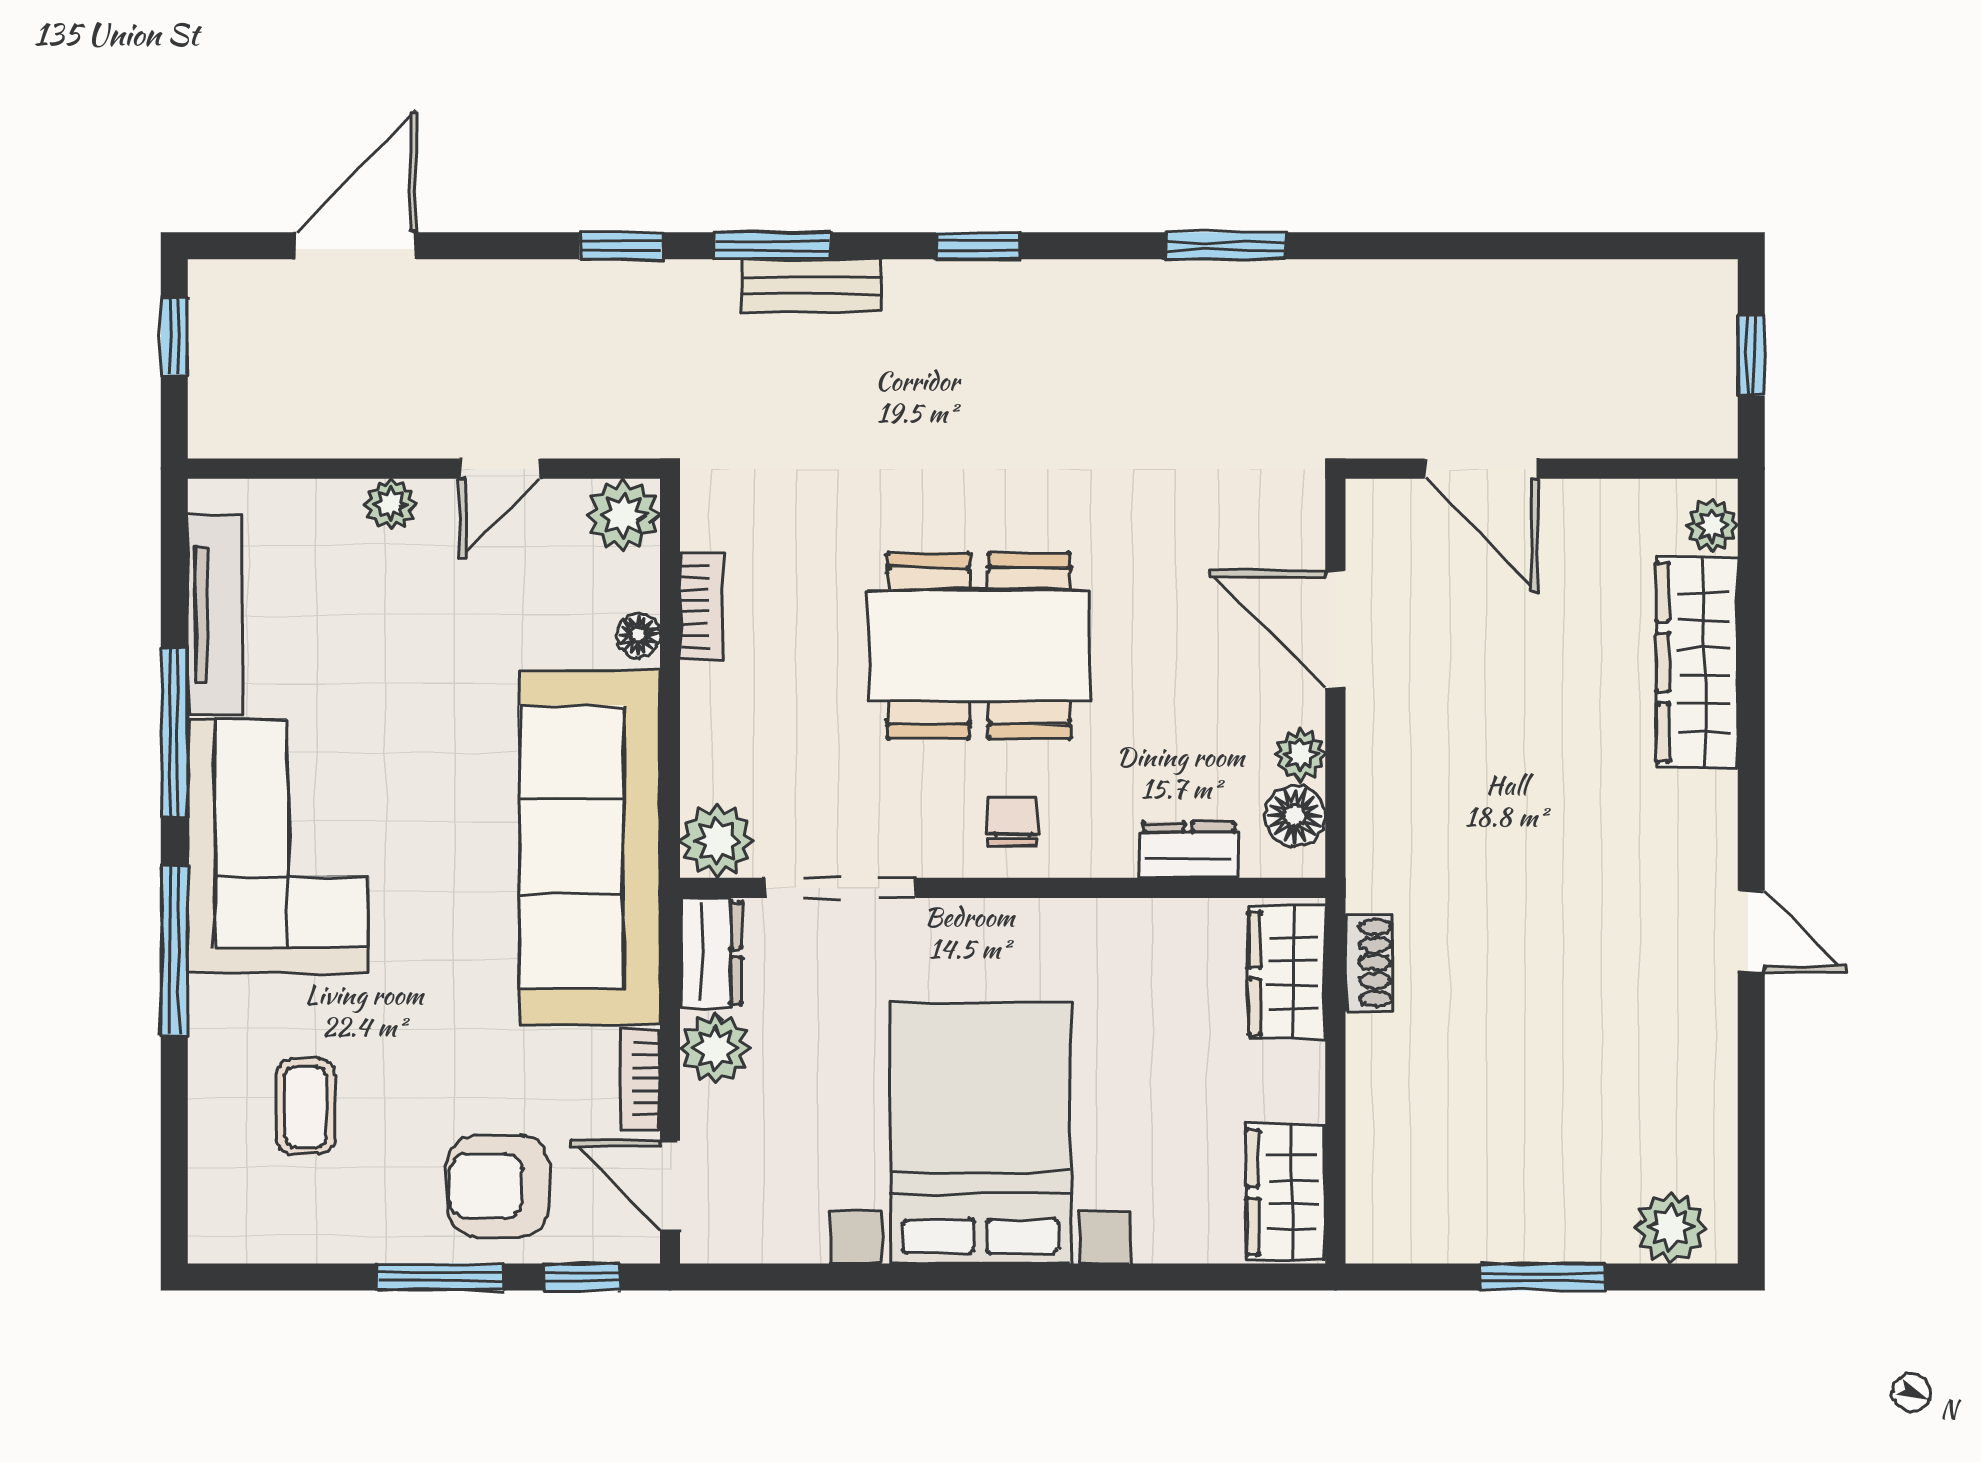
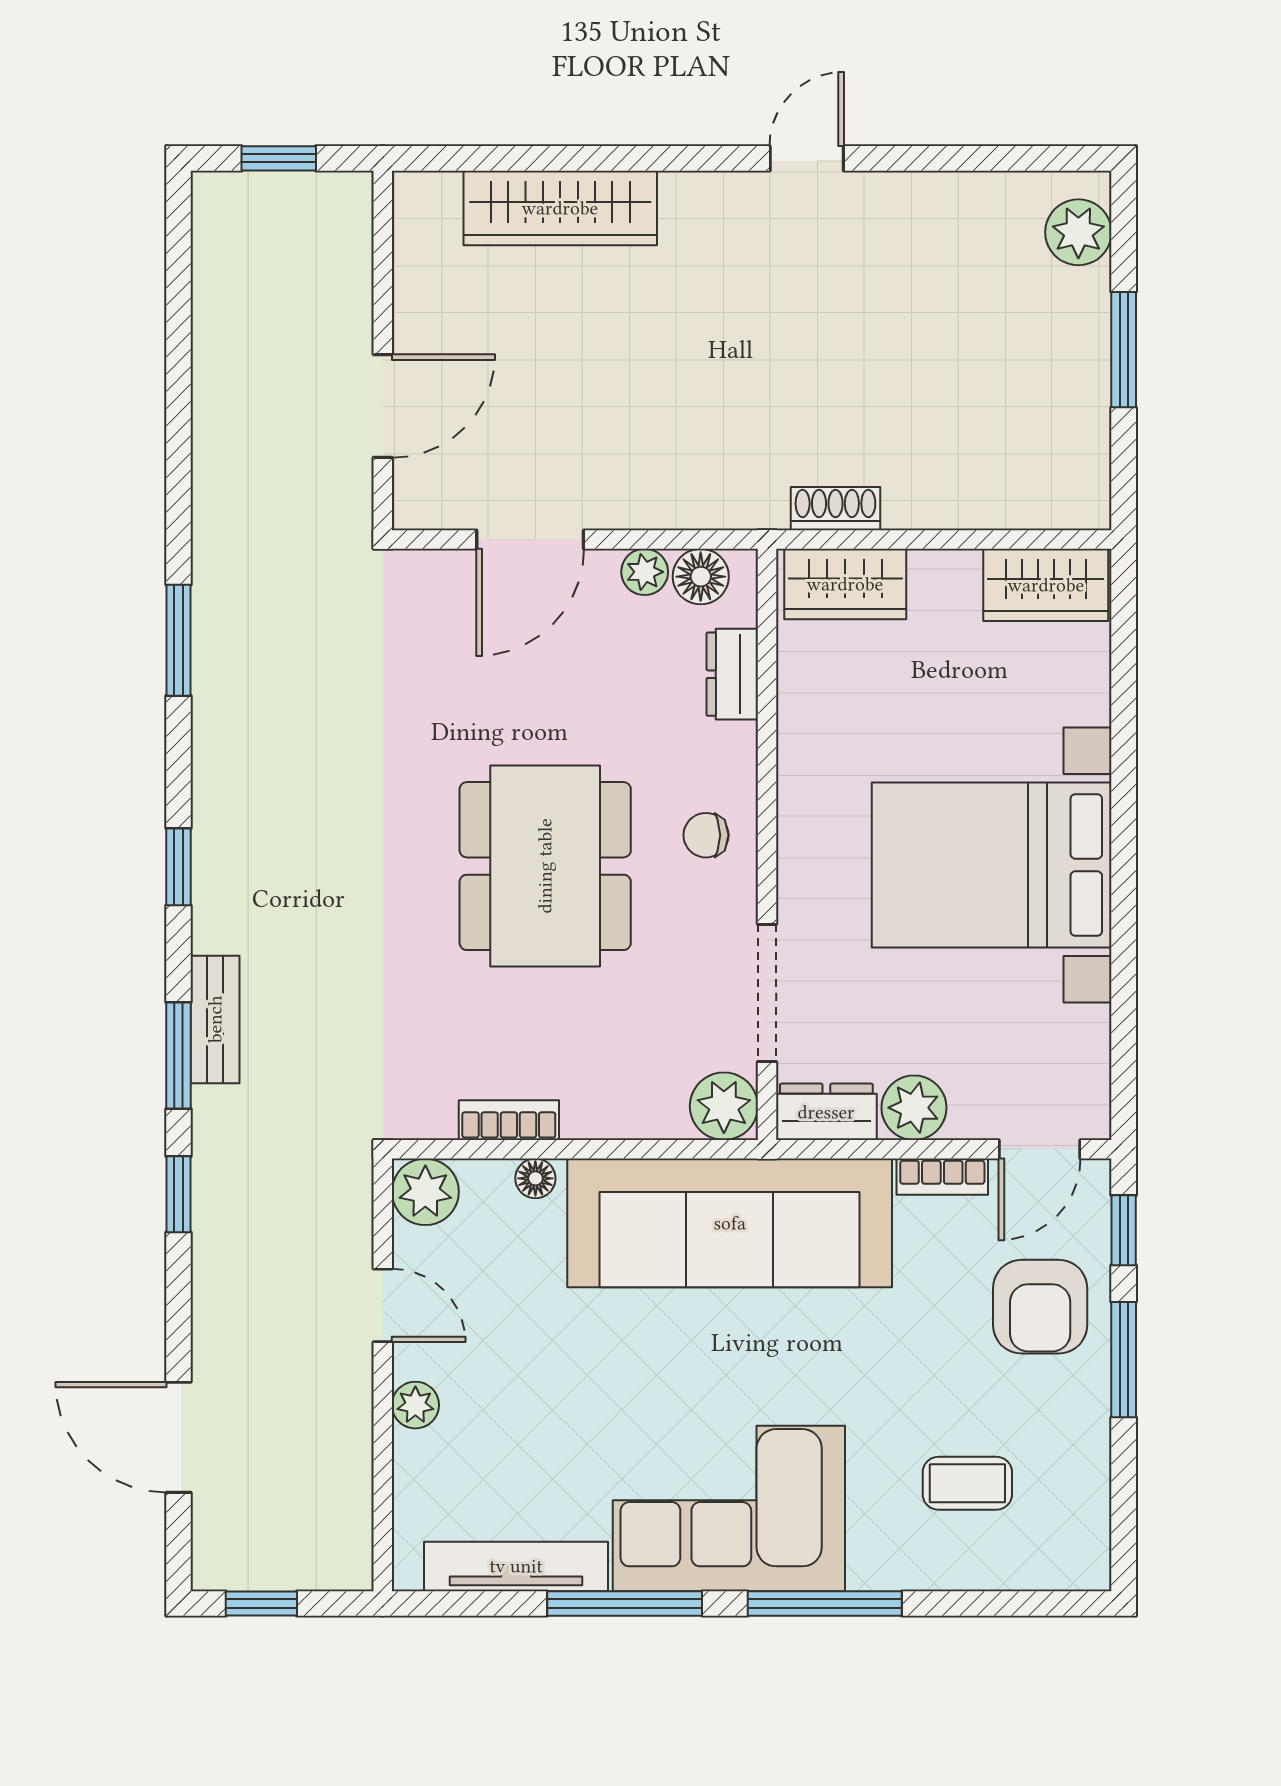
plant: (1712, 525) -> (435, 194), removed

